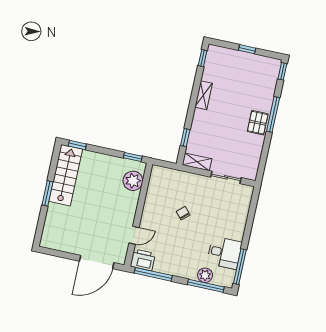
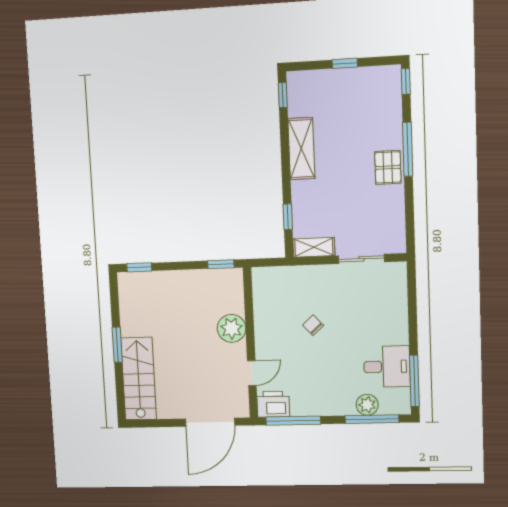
shelving: (204, 95) -> (301, 149), width x1.50, depth x1.33
stairs: (66, 175) -> (139, 379), moved
plant: (133, 181) -> (232, 328), moved

